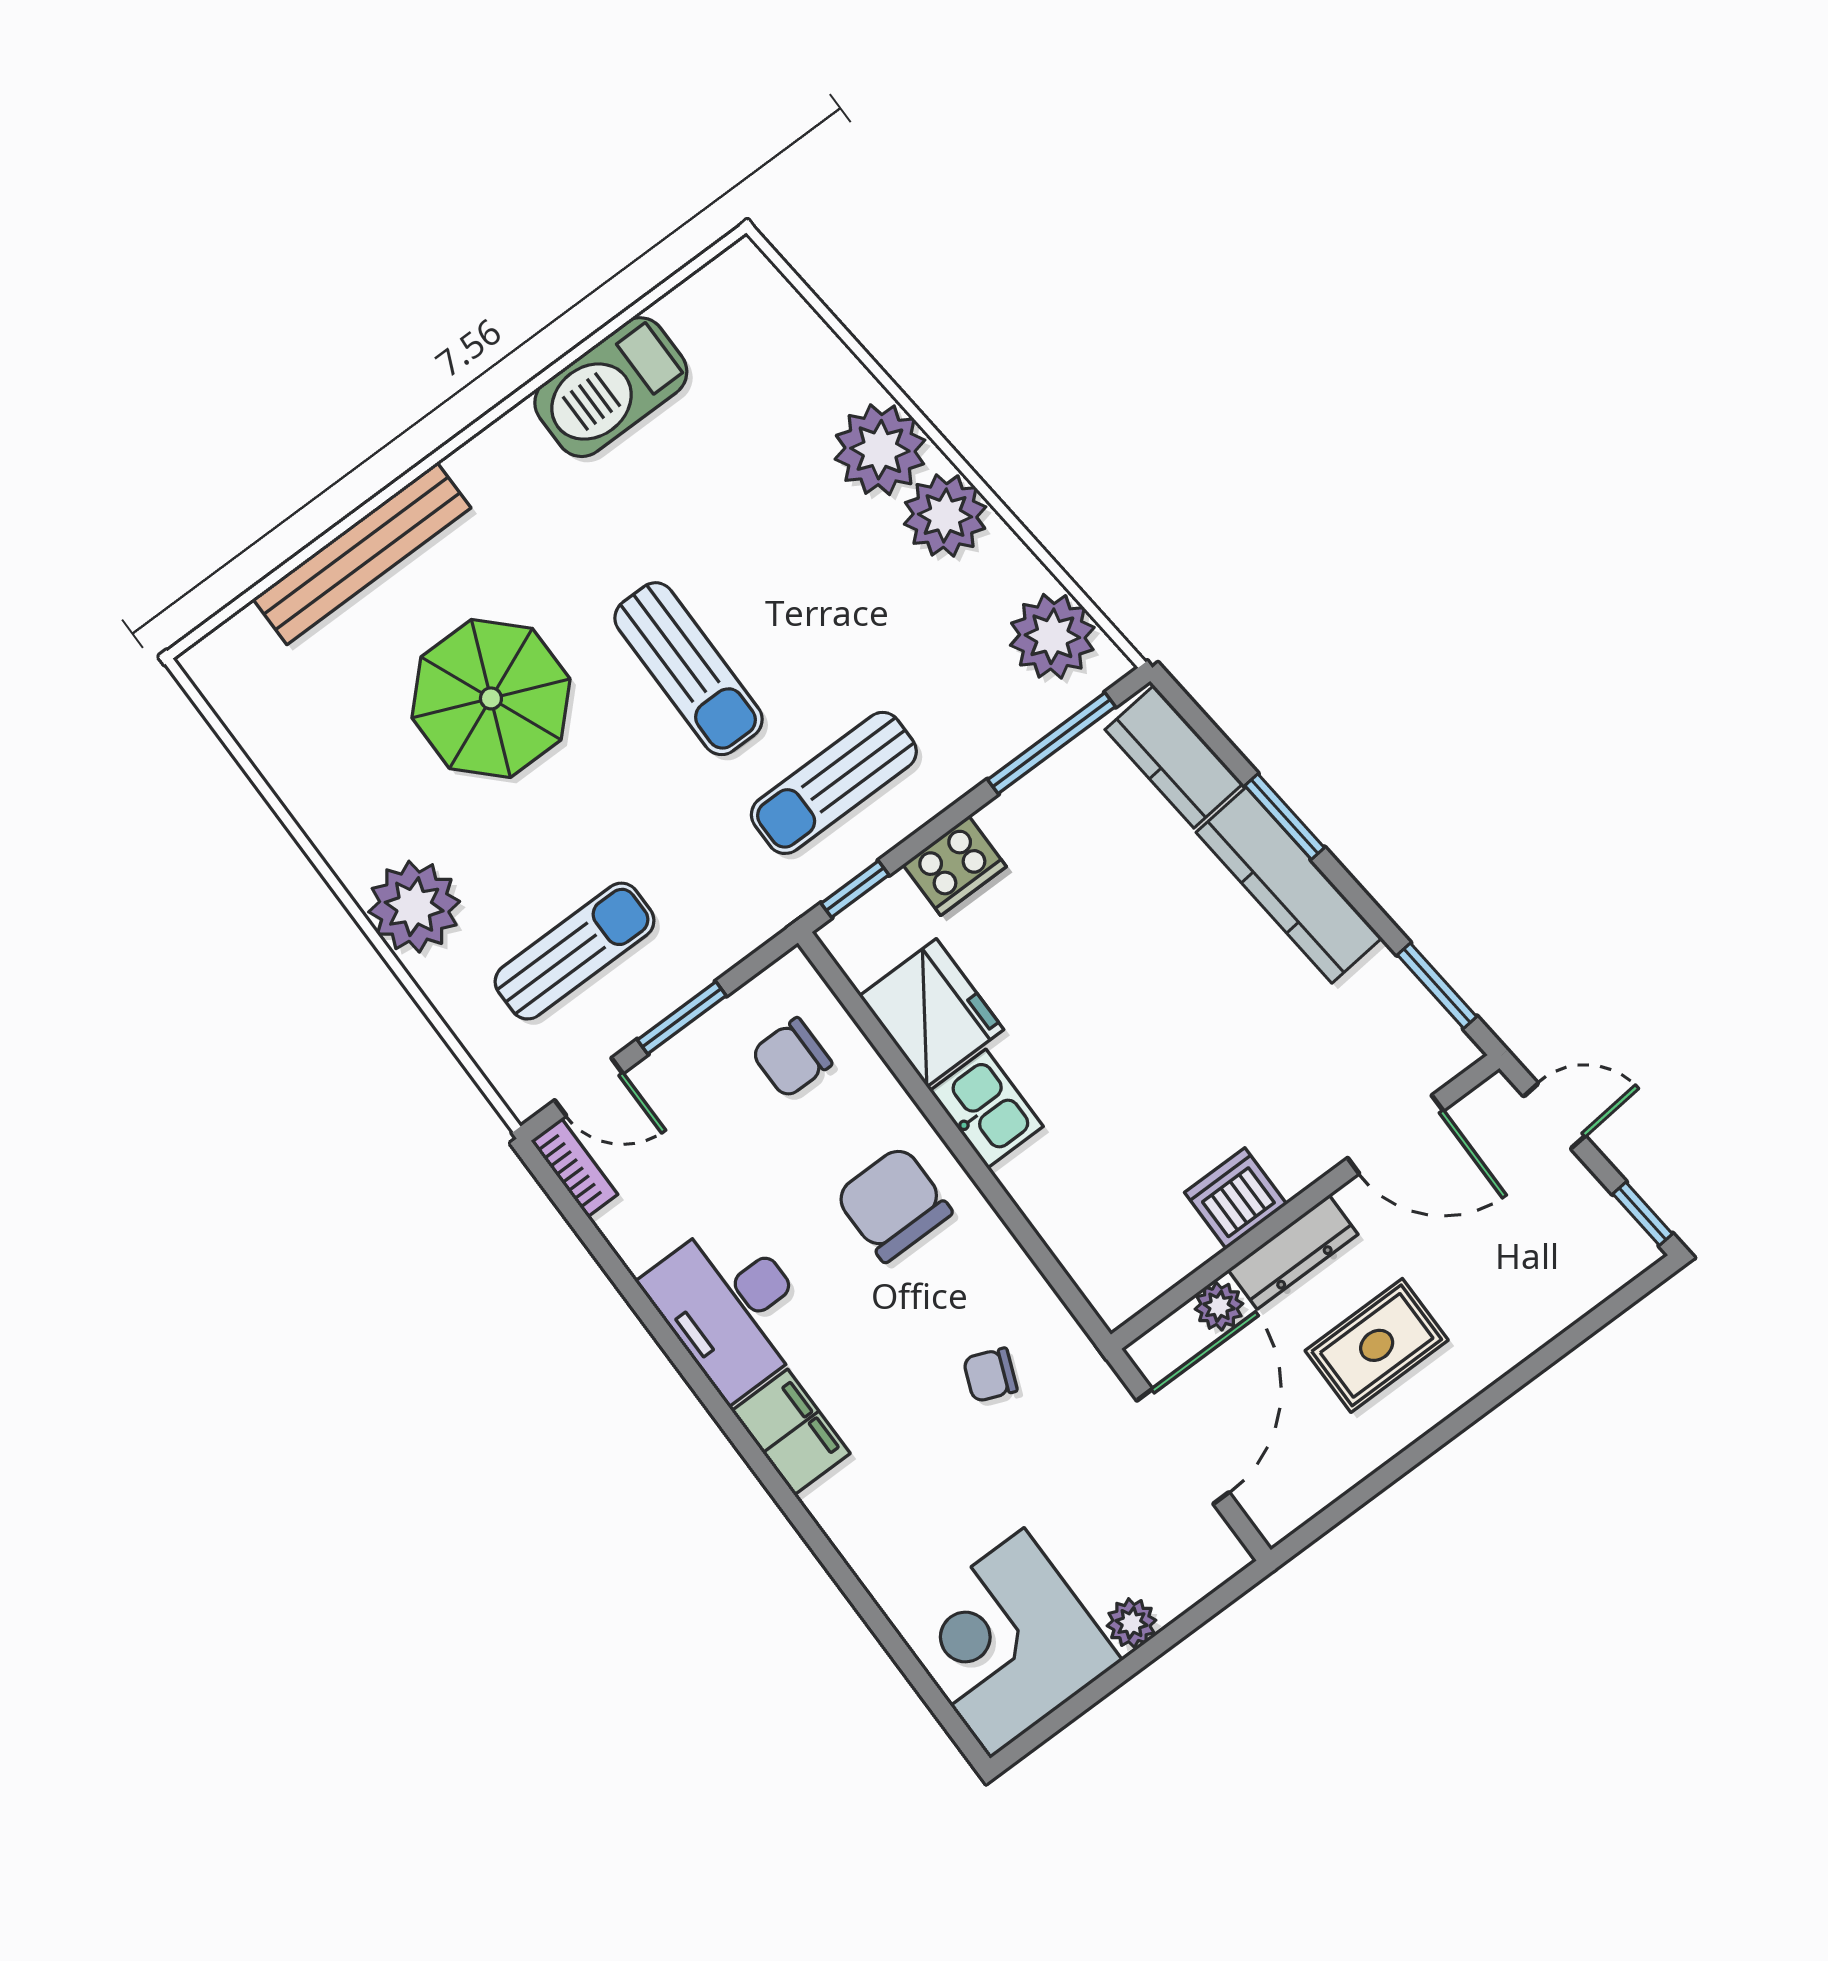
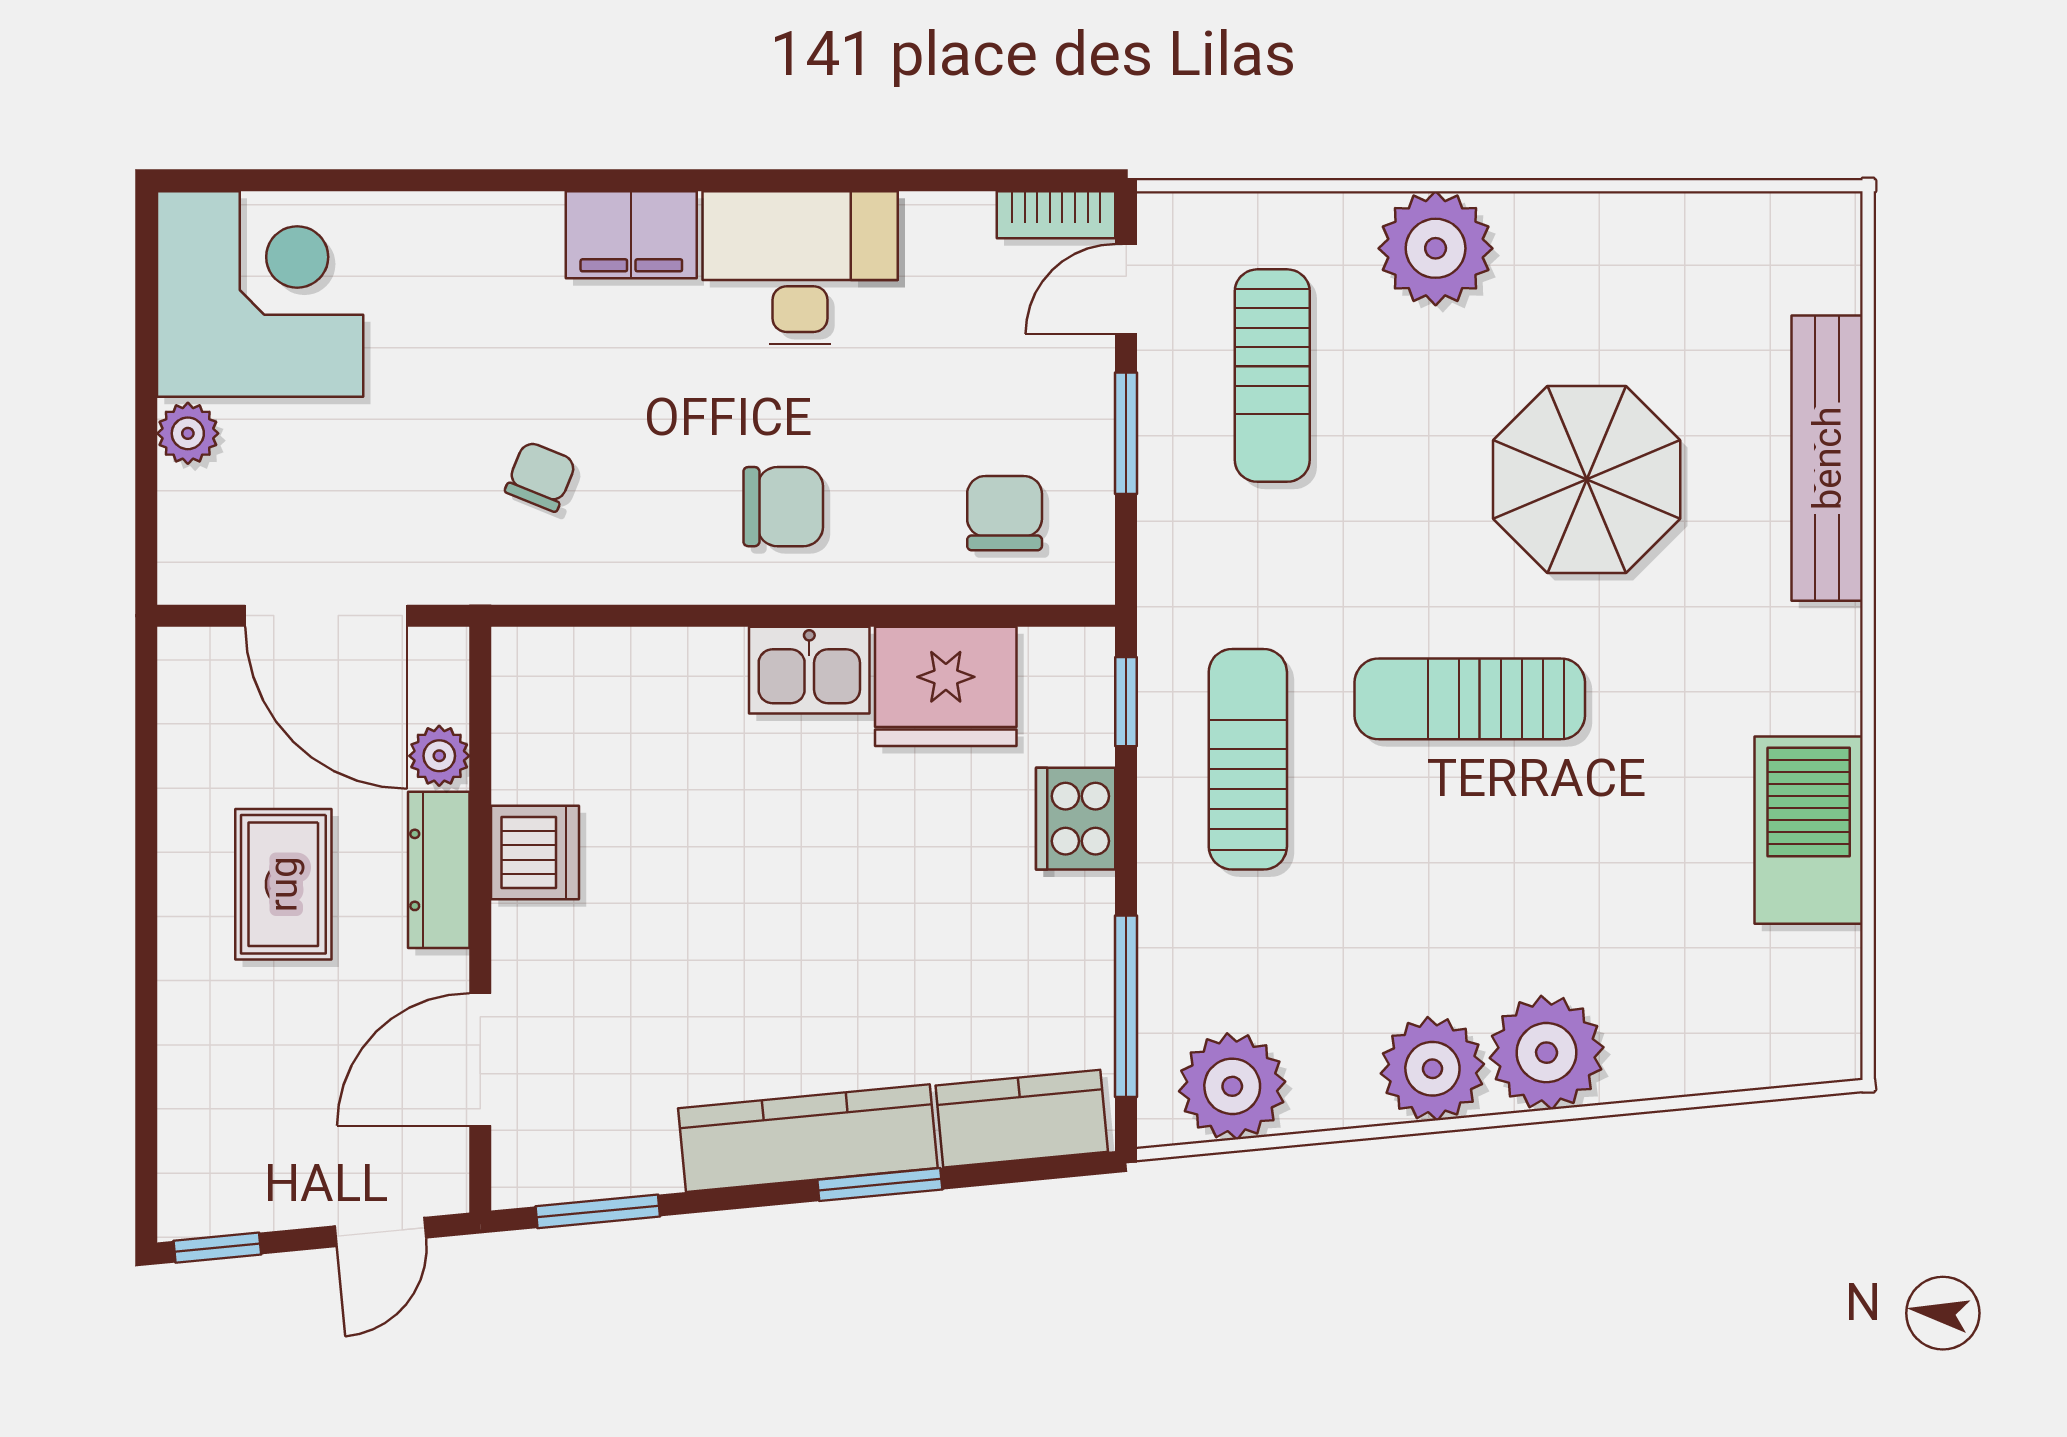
chair: (893, 1204) -> (783, 507), width x0.73, depth x0.73

